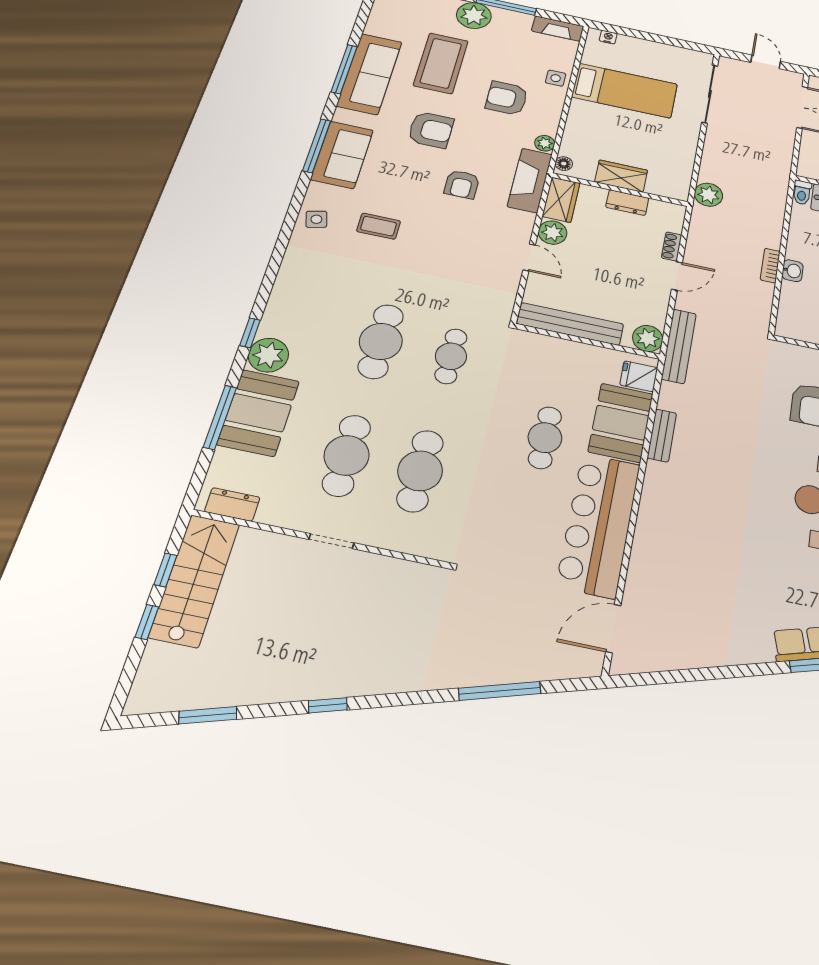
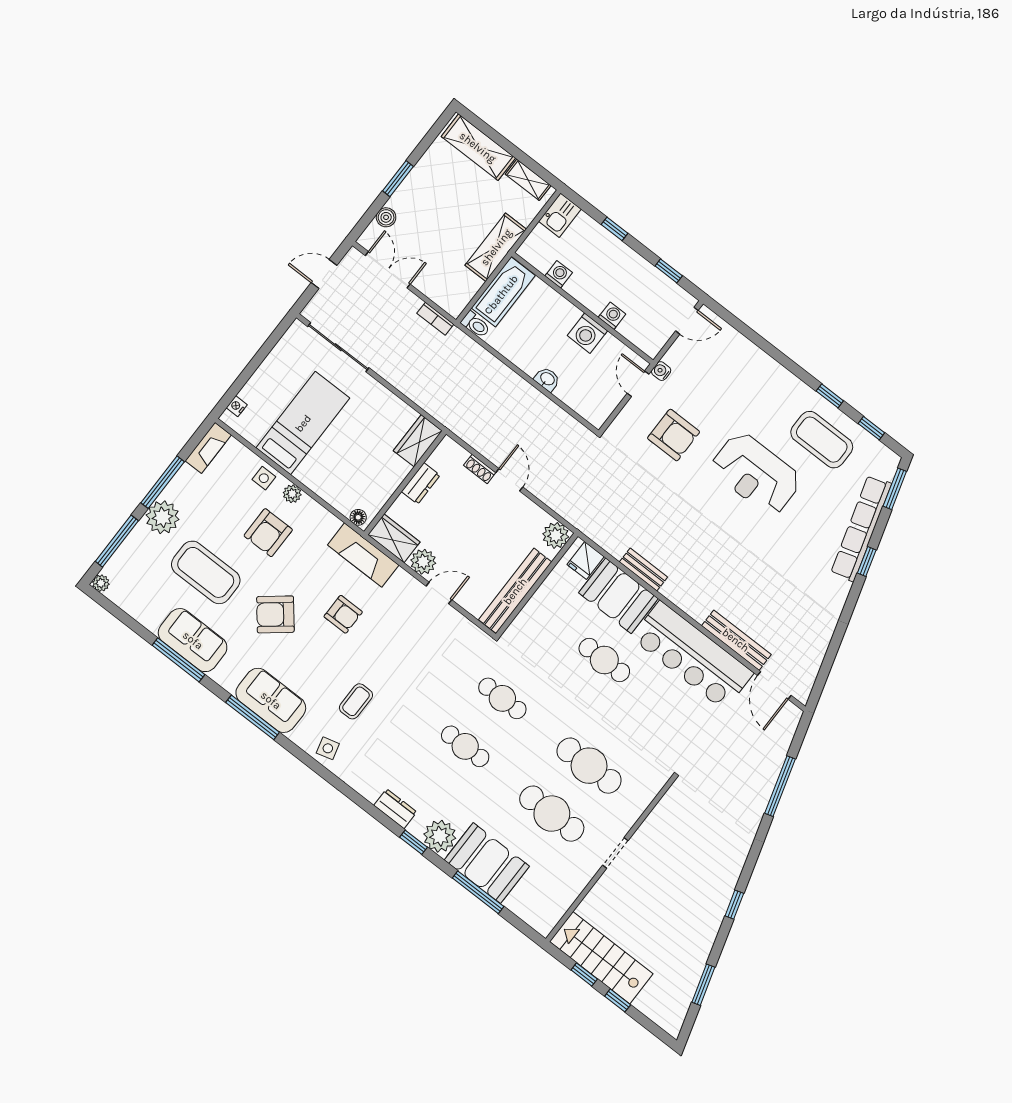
sofa: (369, 74) -> (193, 640), width x0.73
armchair: (431, 130) -> (275, 614), turned -129
plant: (545, 143) -> (292, 494), moved
wardrobe: (621, 176) -> (418, 441), moved
plant: (709, 195) -> (443, 409), removed
bookcase: (770, 266) -> (435, 319), moved
cafe table: (381, 341) -> (465, 746), width x0.73, depth x0.74
bench: (679, 346) -> (736, 640), moved
dresser: (232, 504) -> (395, 809), moved, turned 90

